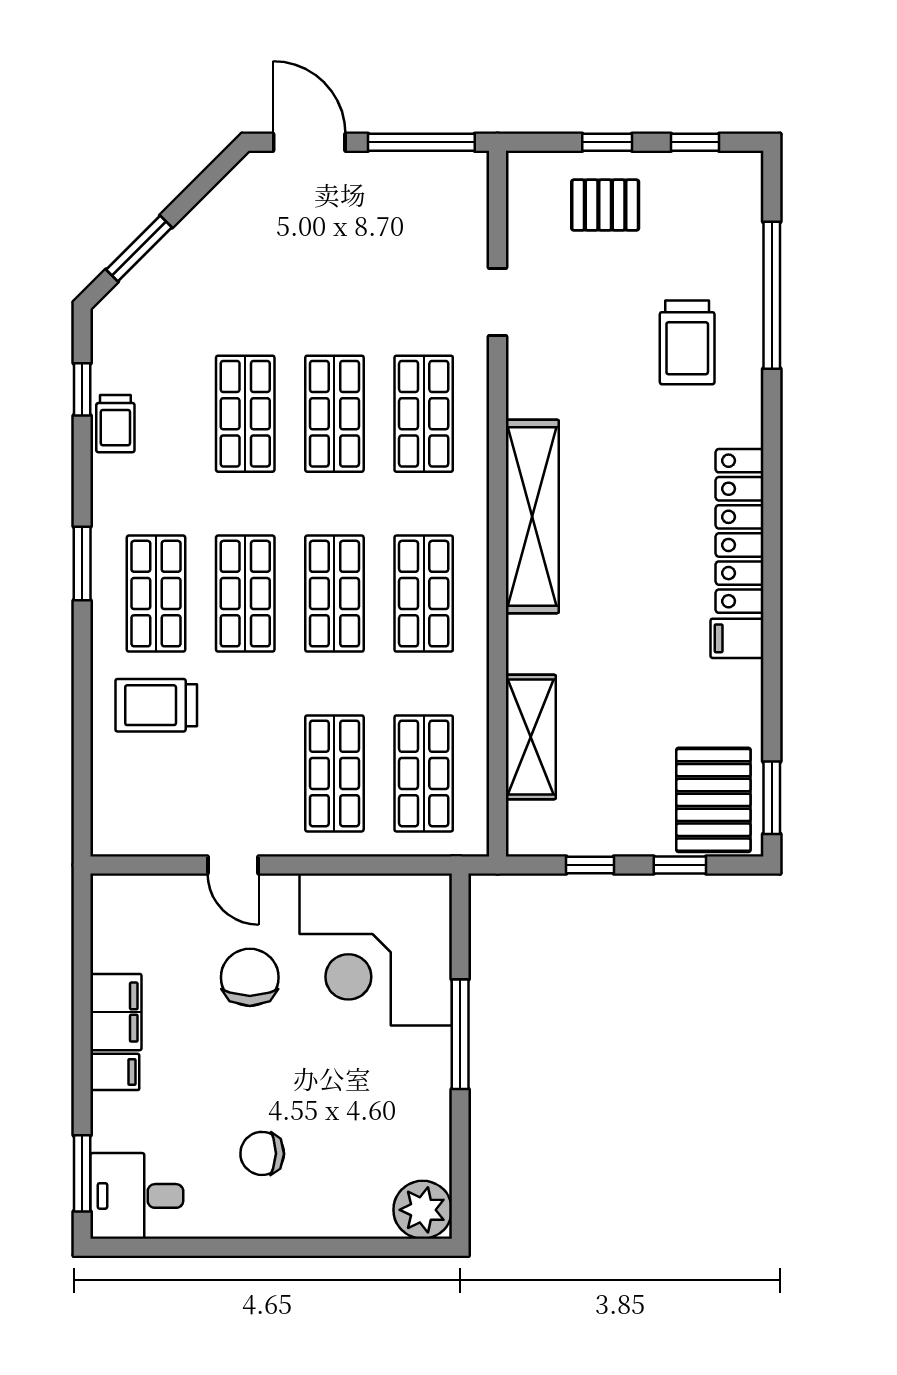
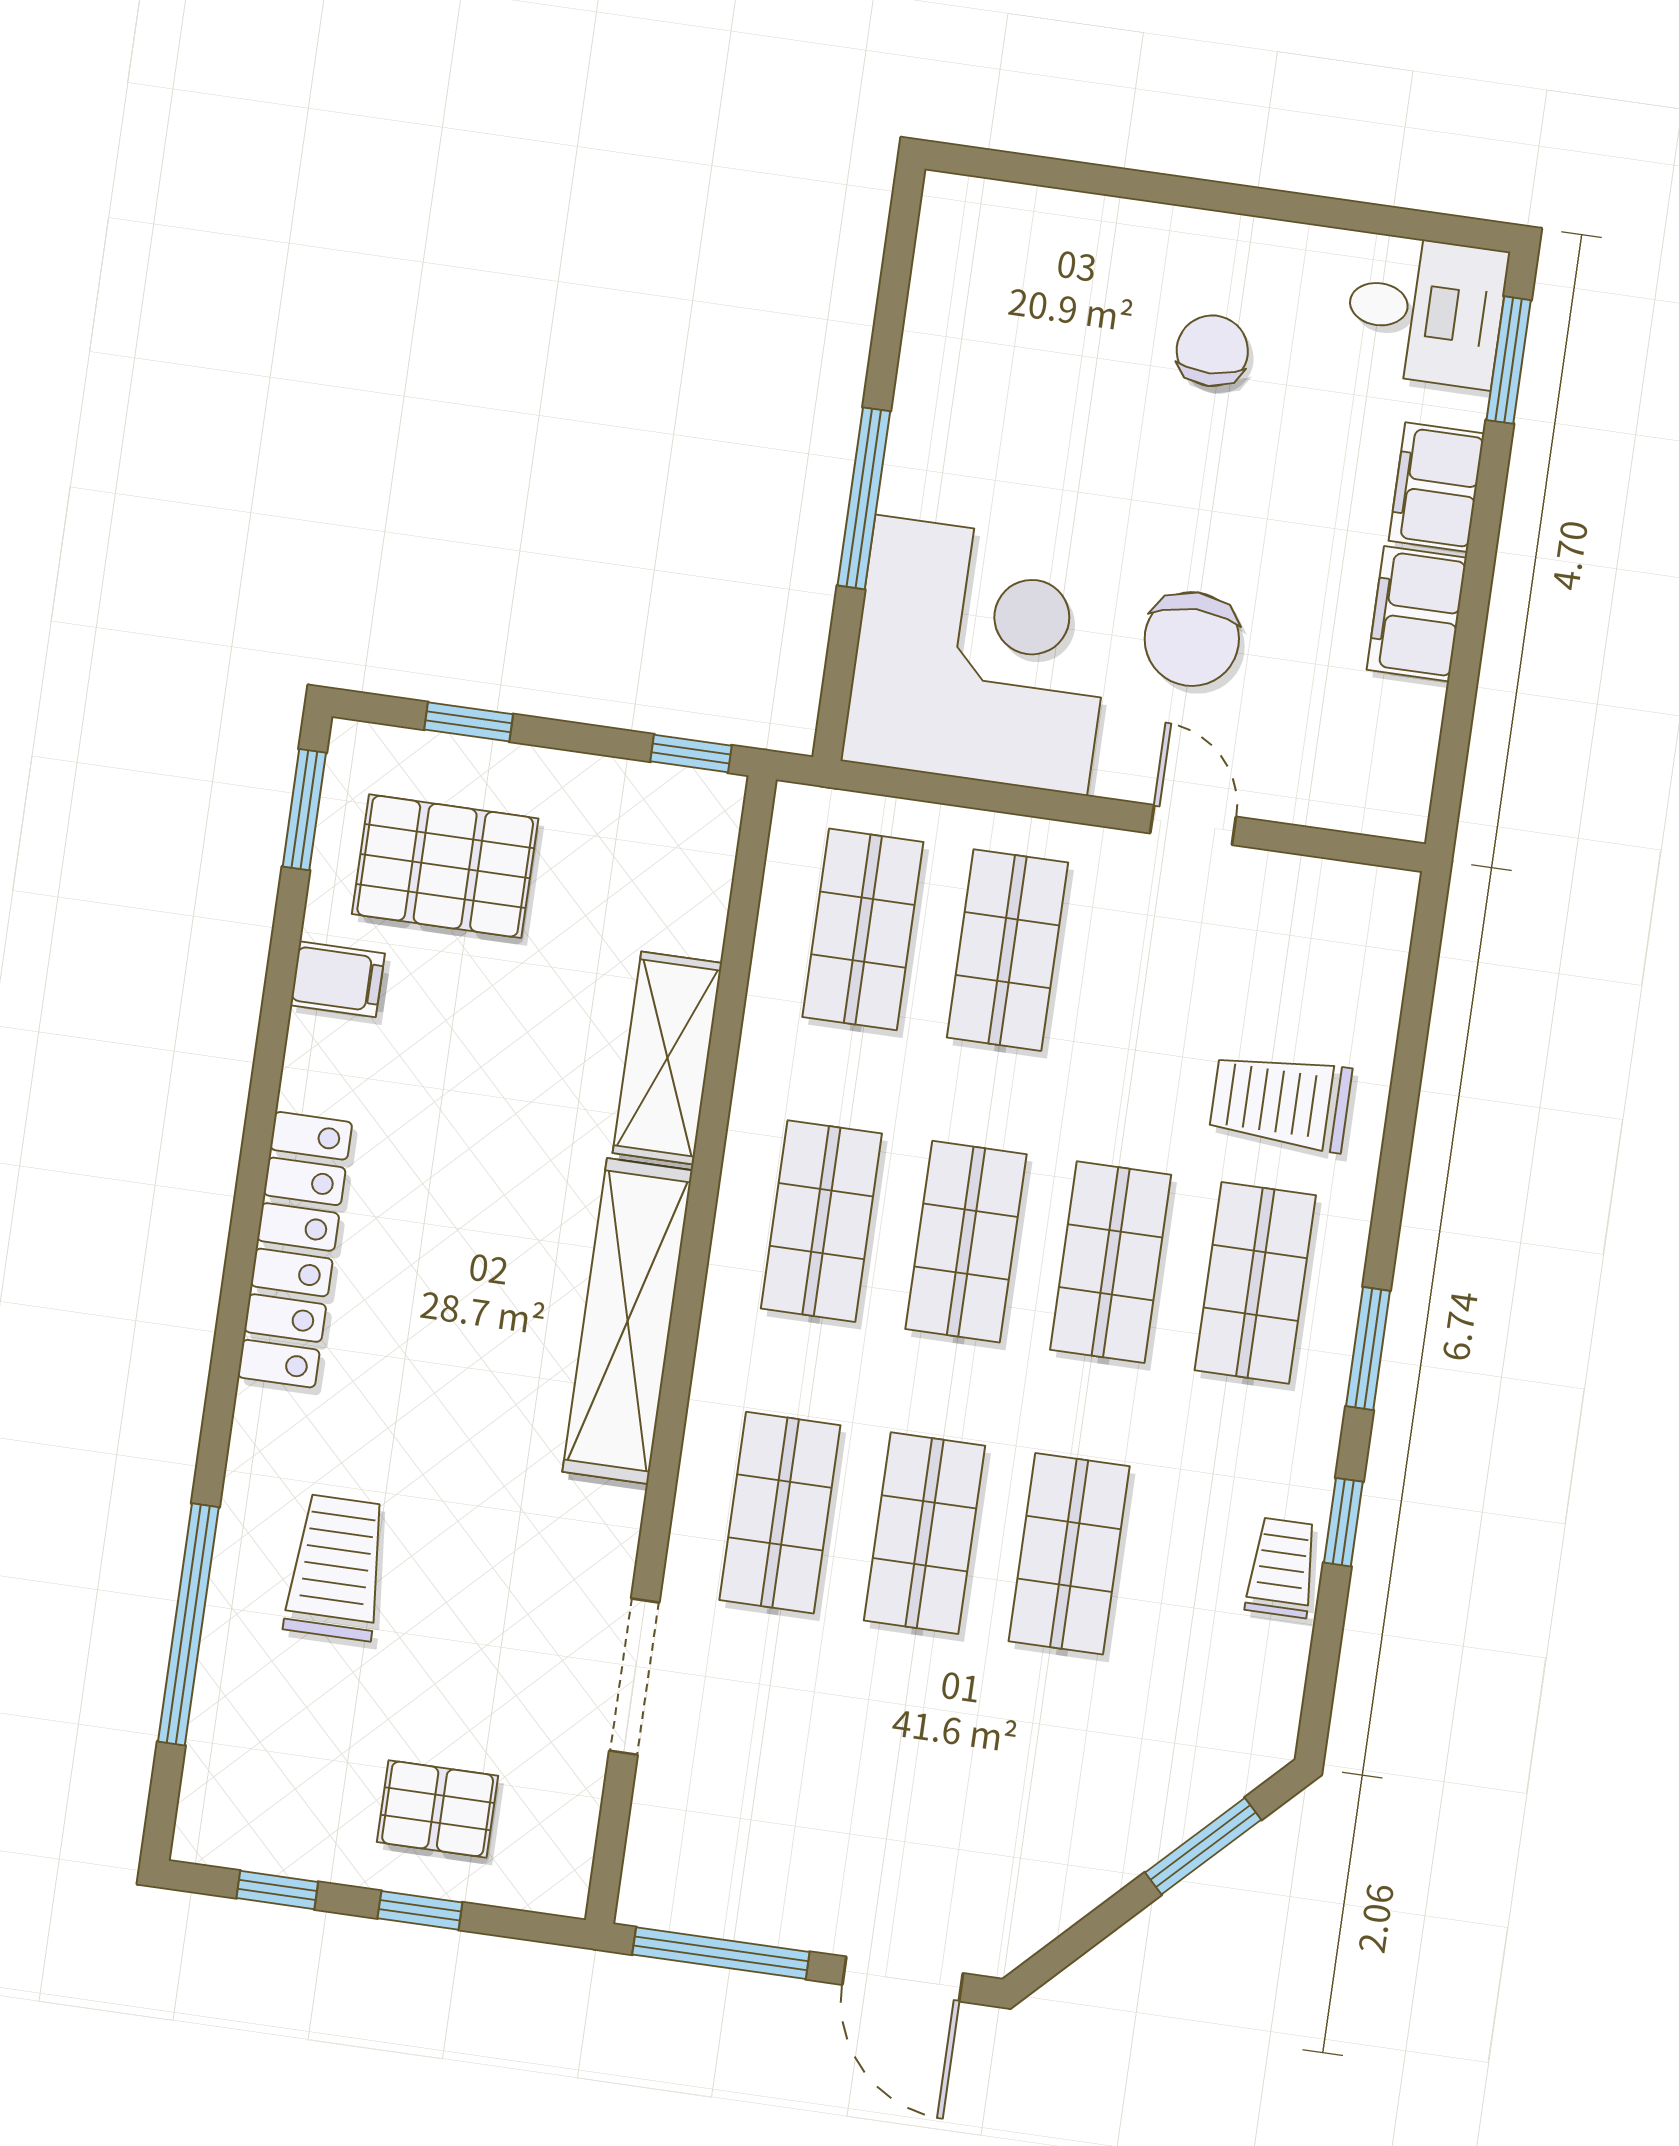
doorway: (498, 302) -> (634, 1677), width x1.38
window: (82, 389) -> (1343, 1522), moved
filing cabinet: (737, 638) -> (338, 979), moved
trolley: (156, 705) -> (1281, 1102), turned 180
shelving: (531, 737) -> (667, 1058), moved
pallet: (713, 800) -> (445, 866), moved, turned 90
window: (590, 865) -> (691, 754), moved
filing cabinet: (115, 1072) -> (1437, 487), width x2.00
chair: (262, 1153) -> (1212, 351), turned -93
plant: (423, 1210) -> (965, 222), removed

